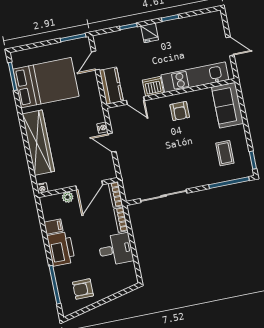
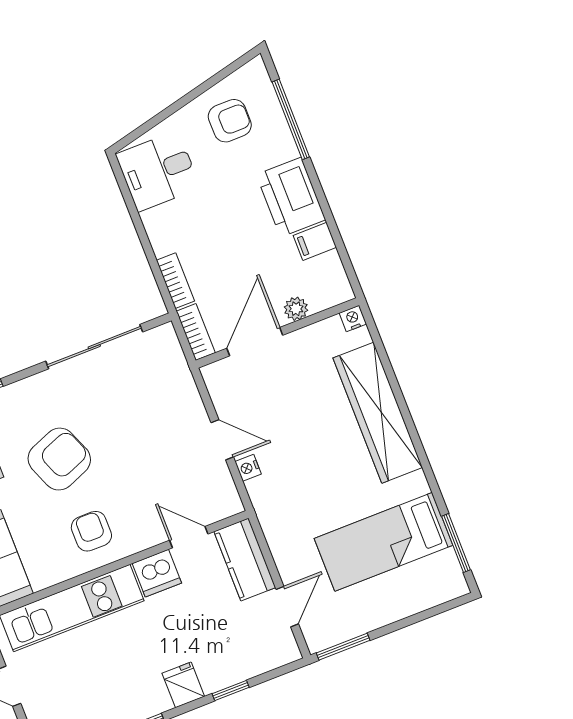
bed: (46, 83) -> (384, 542), width x0.67
armchair: (189, 147) -> (59, 459), added
desk: (116, 249) -> (158, 171), moved

